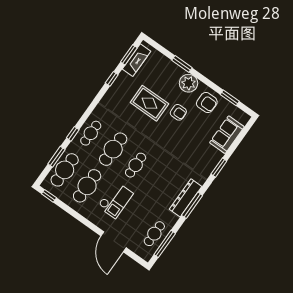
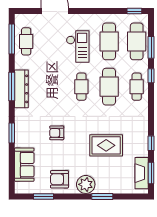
armchair: (178, 112) -> (57, 133), moved
checkout: (115, 200) -> (78, 46), turned 180

